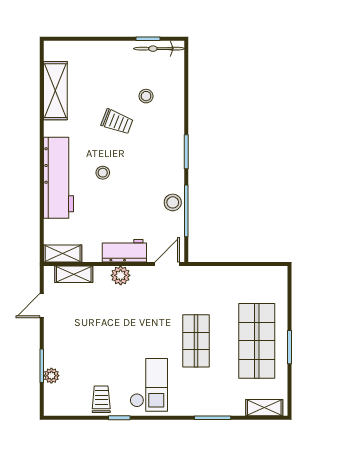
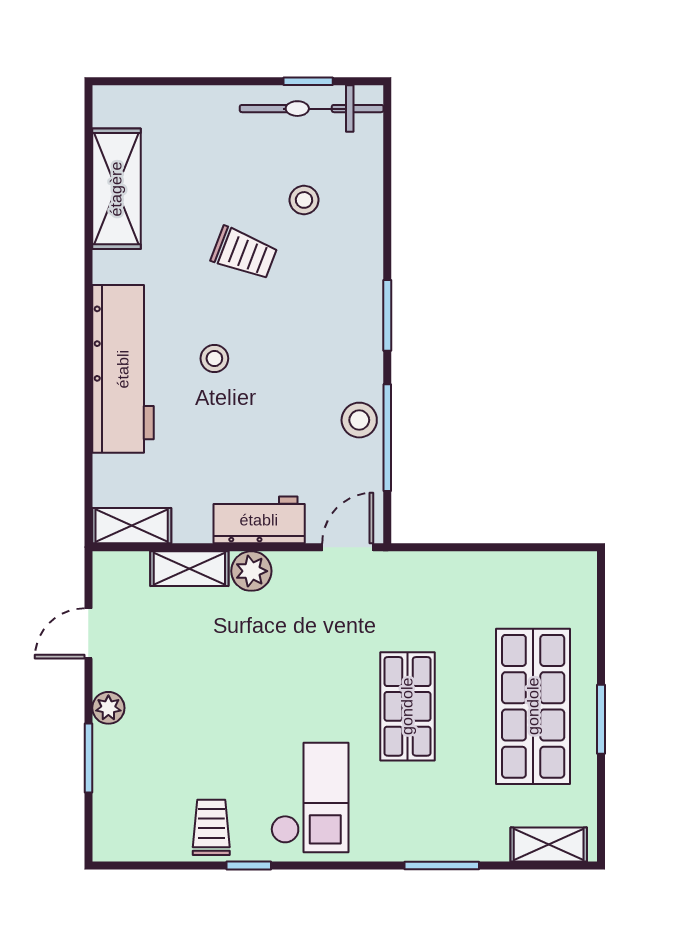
bicycle: (159, 49) -> (312, 109), width x1.37, depth x1.40
shelving: (74, 274) -> (189, 569), moved
plant: (51, 376) -> (108, 708), moved

